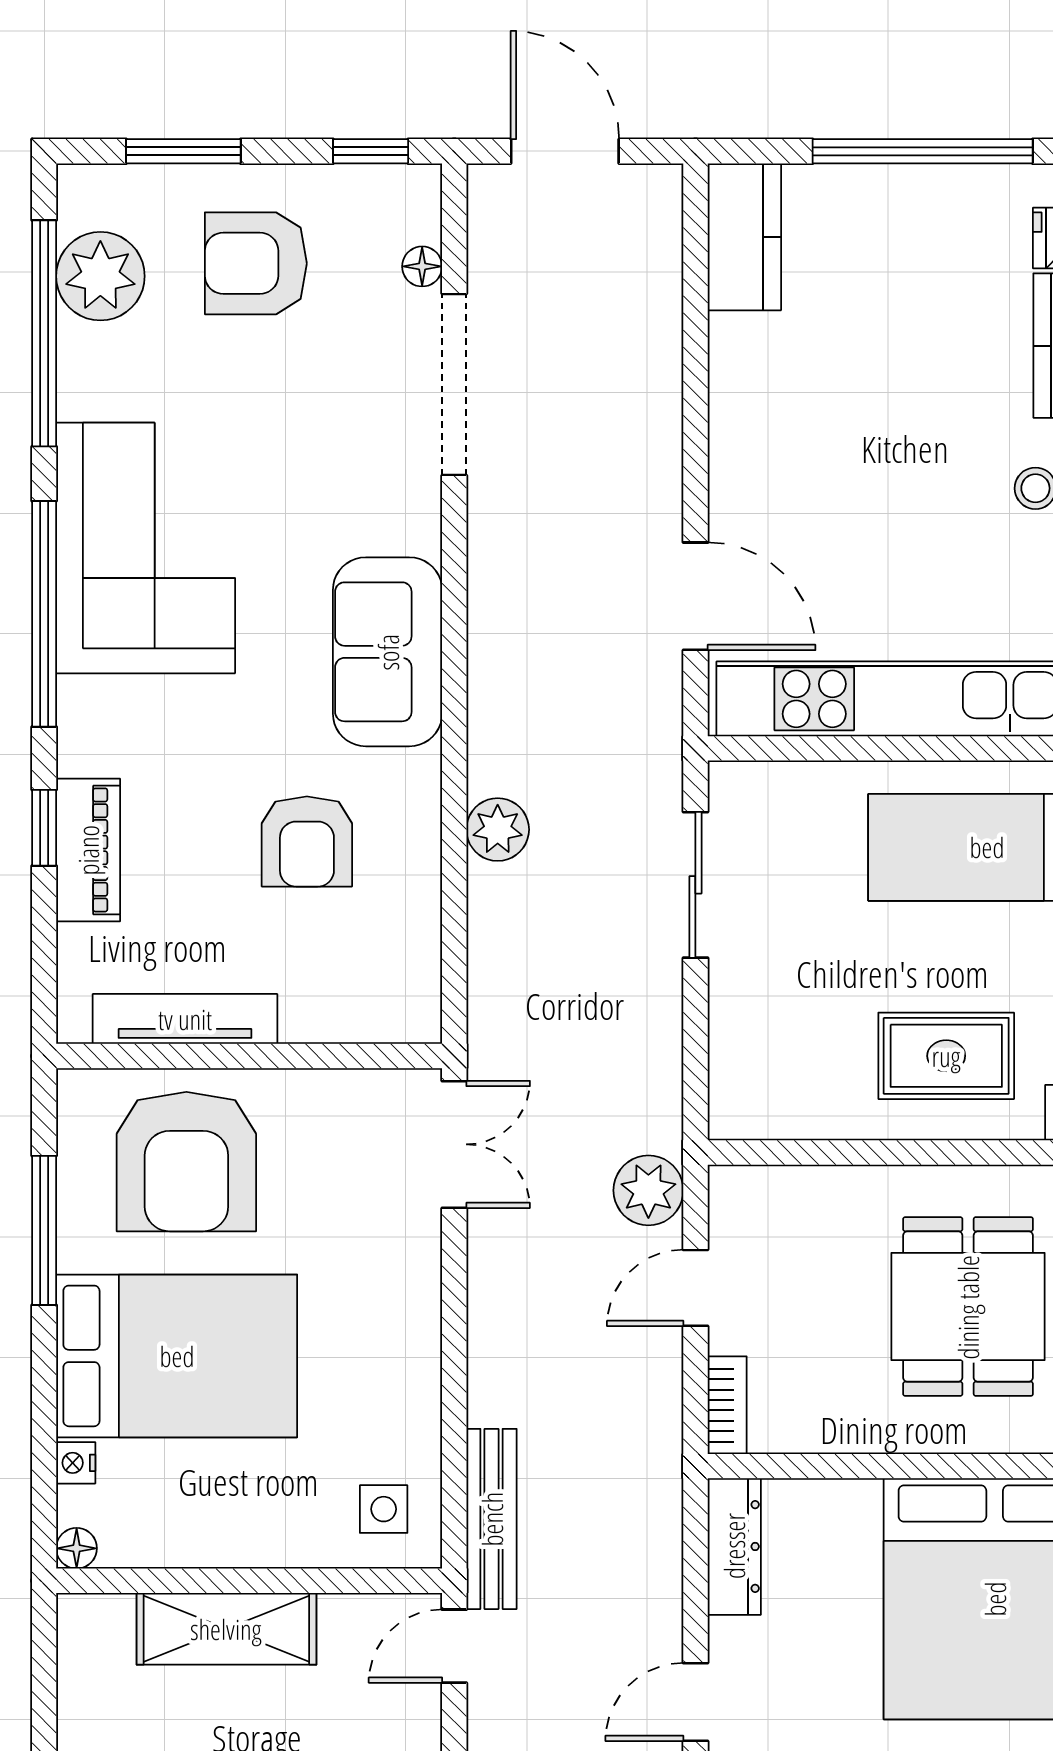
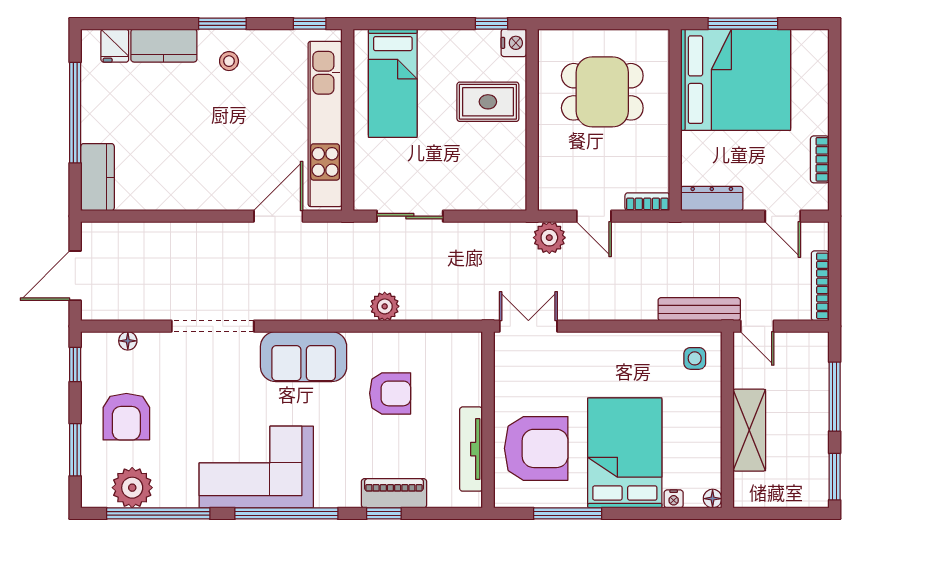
kitchen counter: (744, 237) -> (98, 177), moved, turned 90
doorway: (454, 385) -> (213, 326), moved
rug: (946, 1056) -> (488, 102), turned 90

